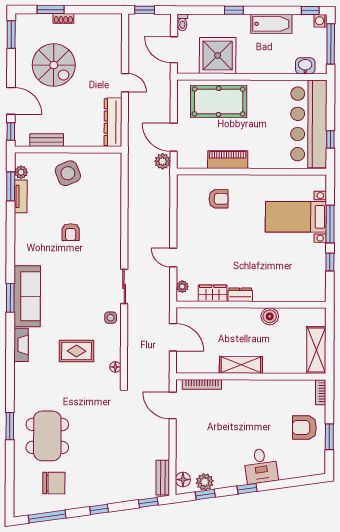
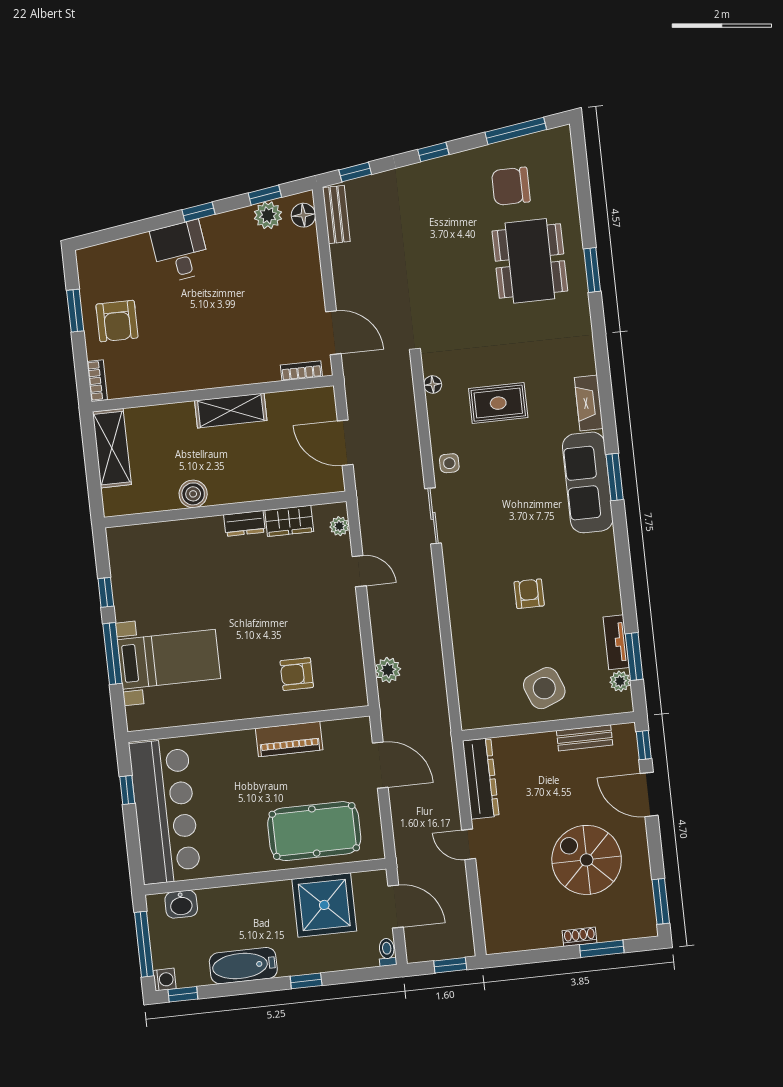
plant: (163, 161) -> (388, 670), moved
bookcase: (202, 384) -> (301, 371), width x0.64
armchair: (304, 428) -> (117, 321), turned 90

